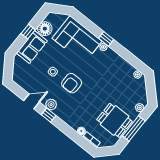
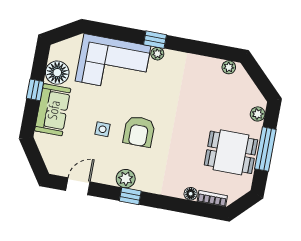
door: (31, 101) -> (78, 186), moved

